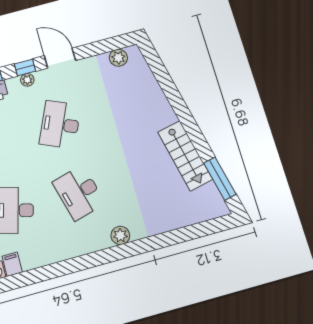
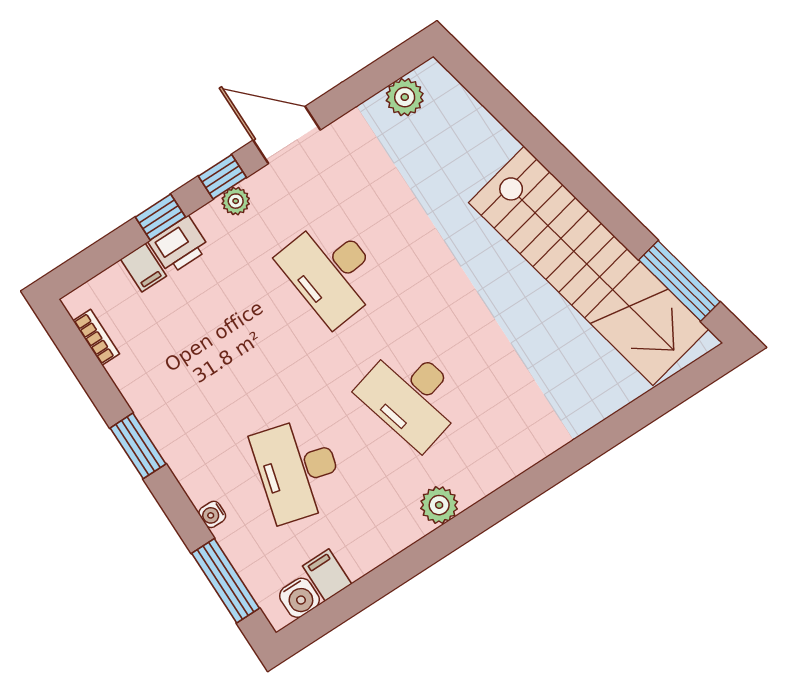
desk: (60, 124) -> (331, 272), turned -30
stairs: (185, 156) -> (589, 266), width x1.86, depth x1.51
plant: (120, 235) -> (439, 505), moved

